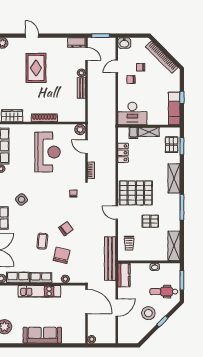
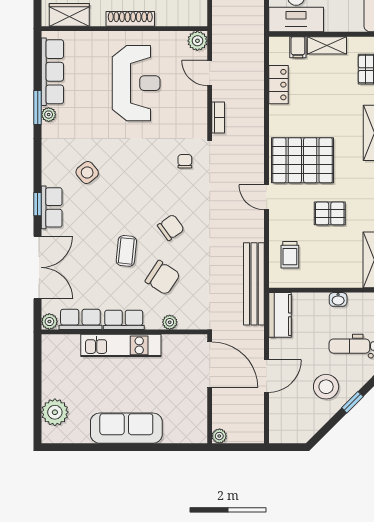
chair: (62, 255) -> (163, 278), turned 110

